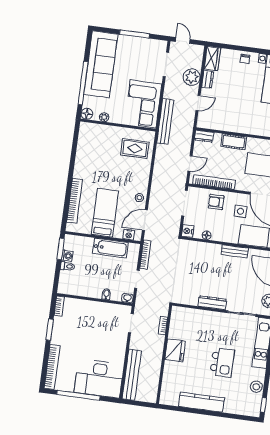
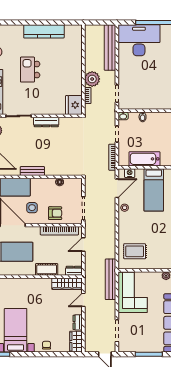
plant: (192, 77) -> (92, 79), moved
wardrobe: (214, 123) -> (67, 284), added
nightstand: (188, 231) -> (77, 183), removed
fridge: (175, 350) -> (74, 105), moved

